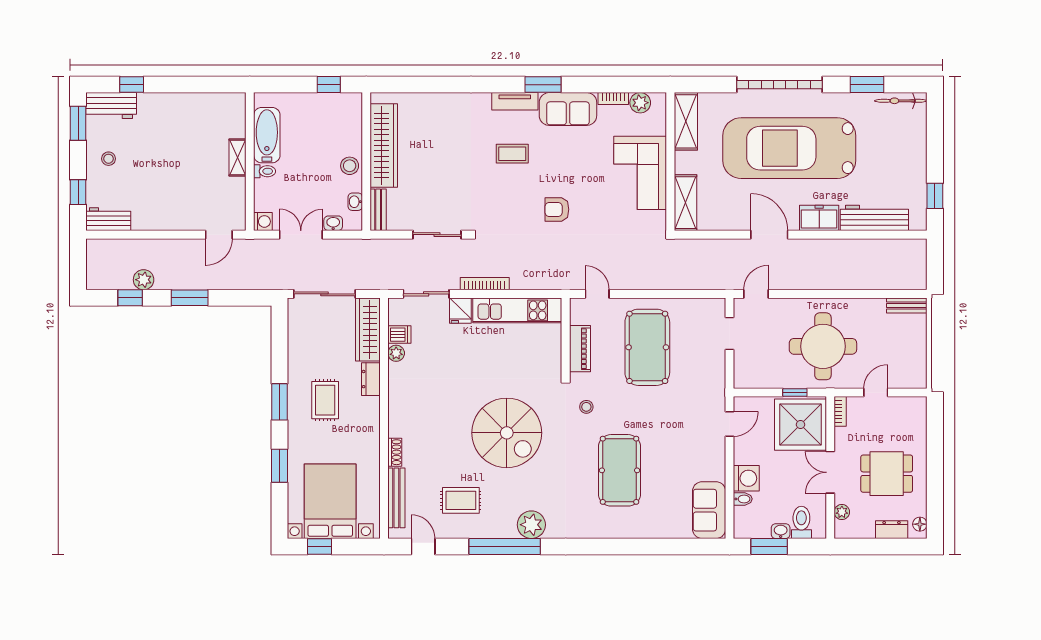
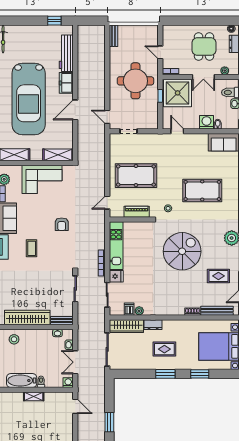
stool: (350, 166) -> (14, 339), moved
rug: (461, 500) -> (218, 276), turned 90

